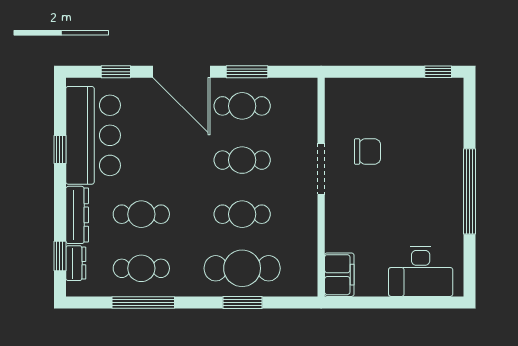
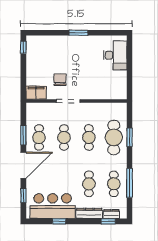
window: (469, 191) -> (78, 33), width x0.47
filing cabinet: (339, 275) -> (36, 93), moved

